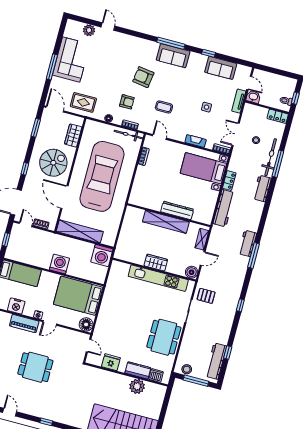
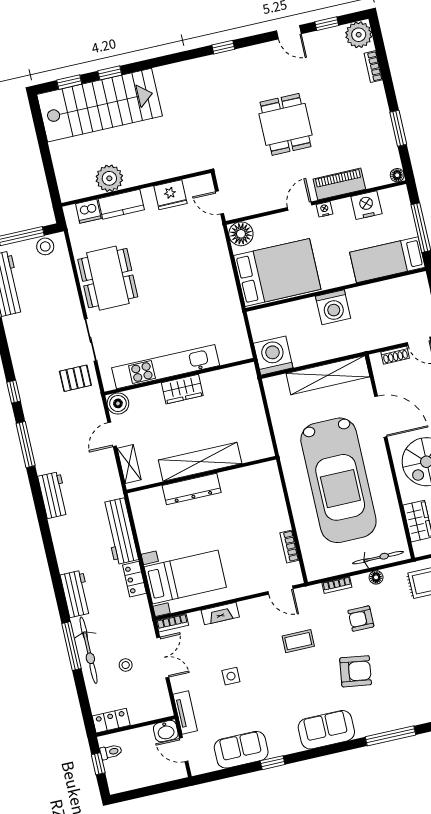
window: (171, 43) -> (390, 736), moved
bicycle: (128, 135) -> (378, 558), moved
window: (254, 256) -> (26, 445), moved
dining table: (35, 367) -> (286, 124), turned 90

